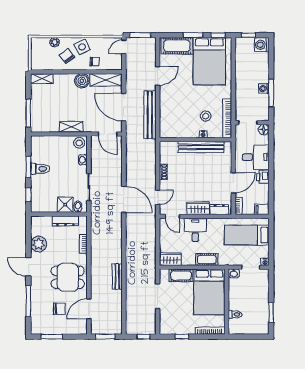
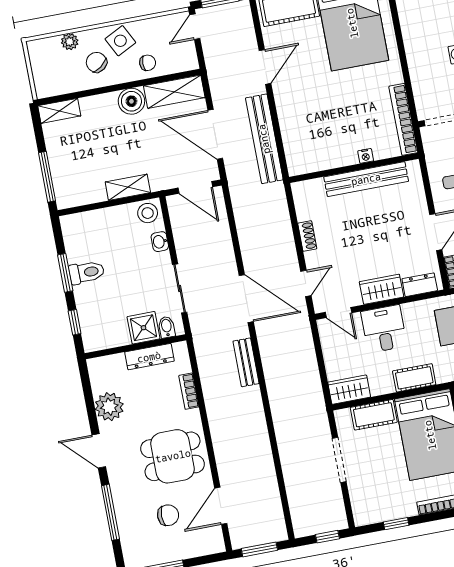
stool: (206, 116) -> (364, 122), removed
bench: (117, 276) -> (246, 362), moved

